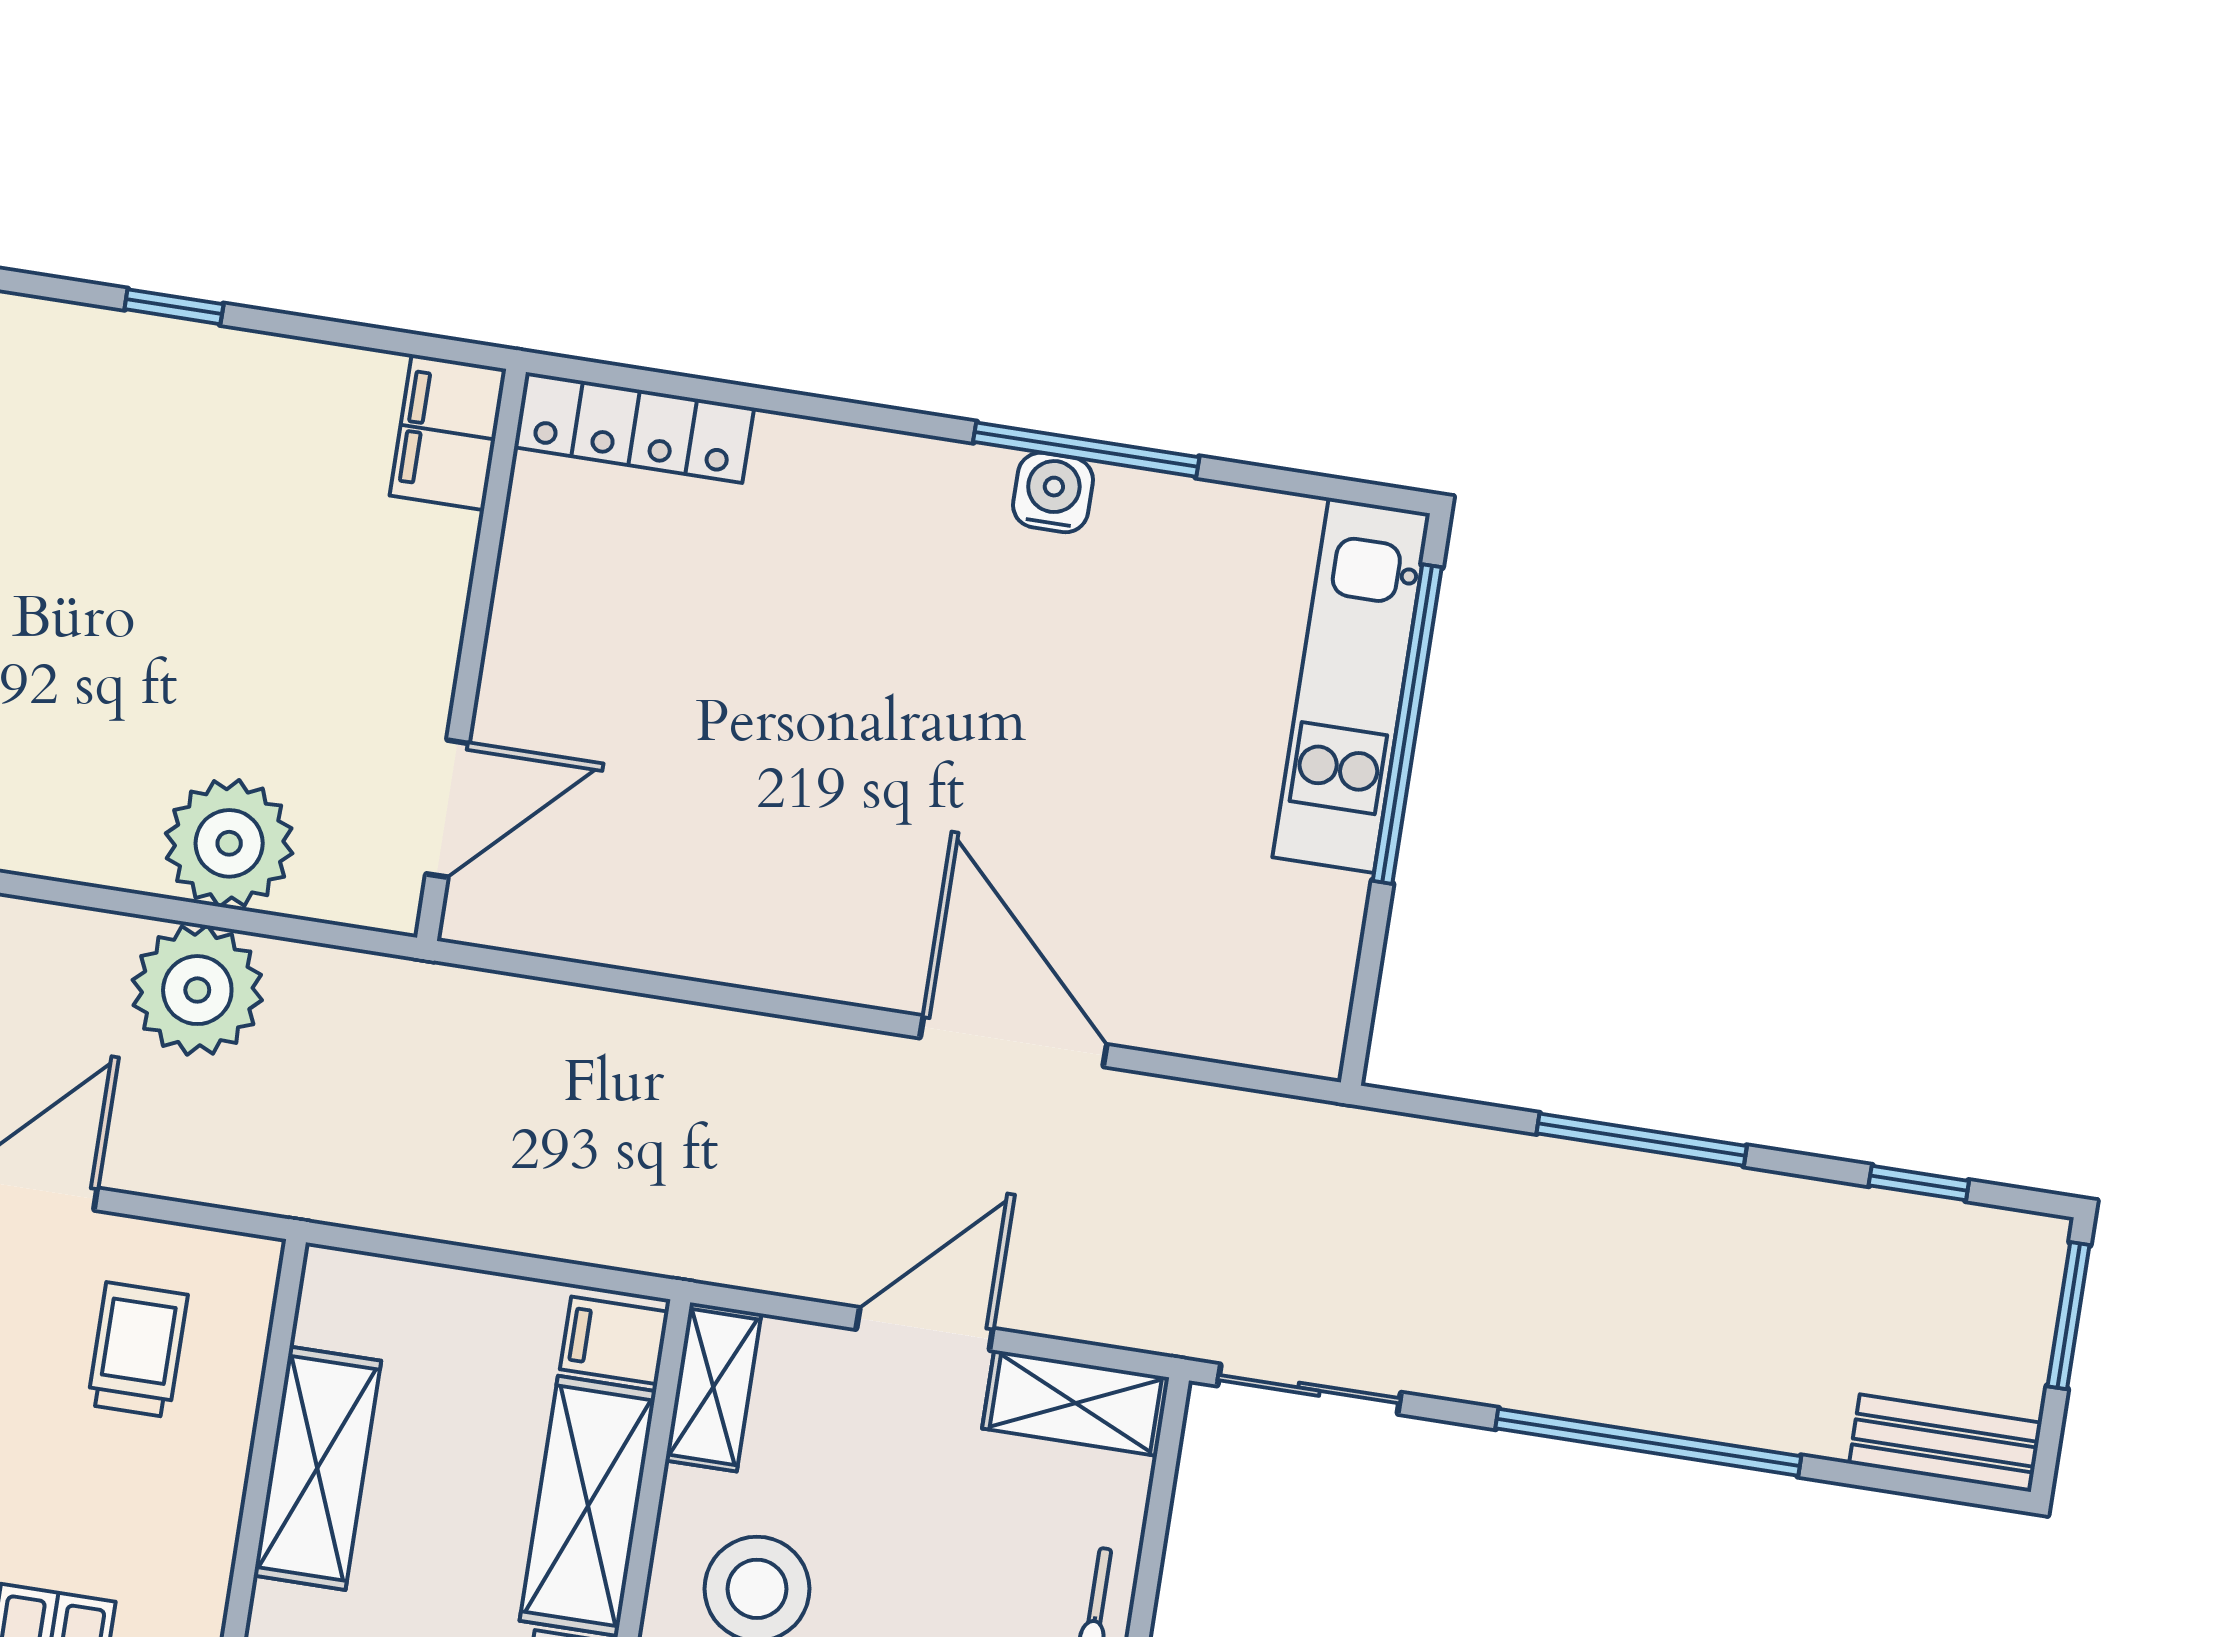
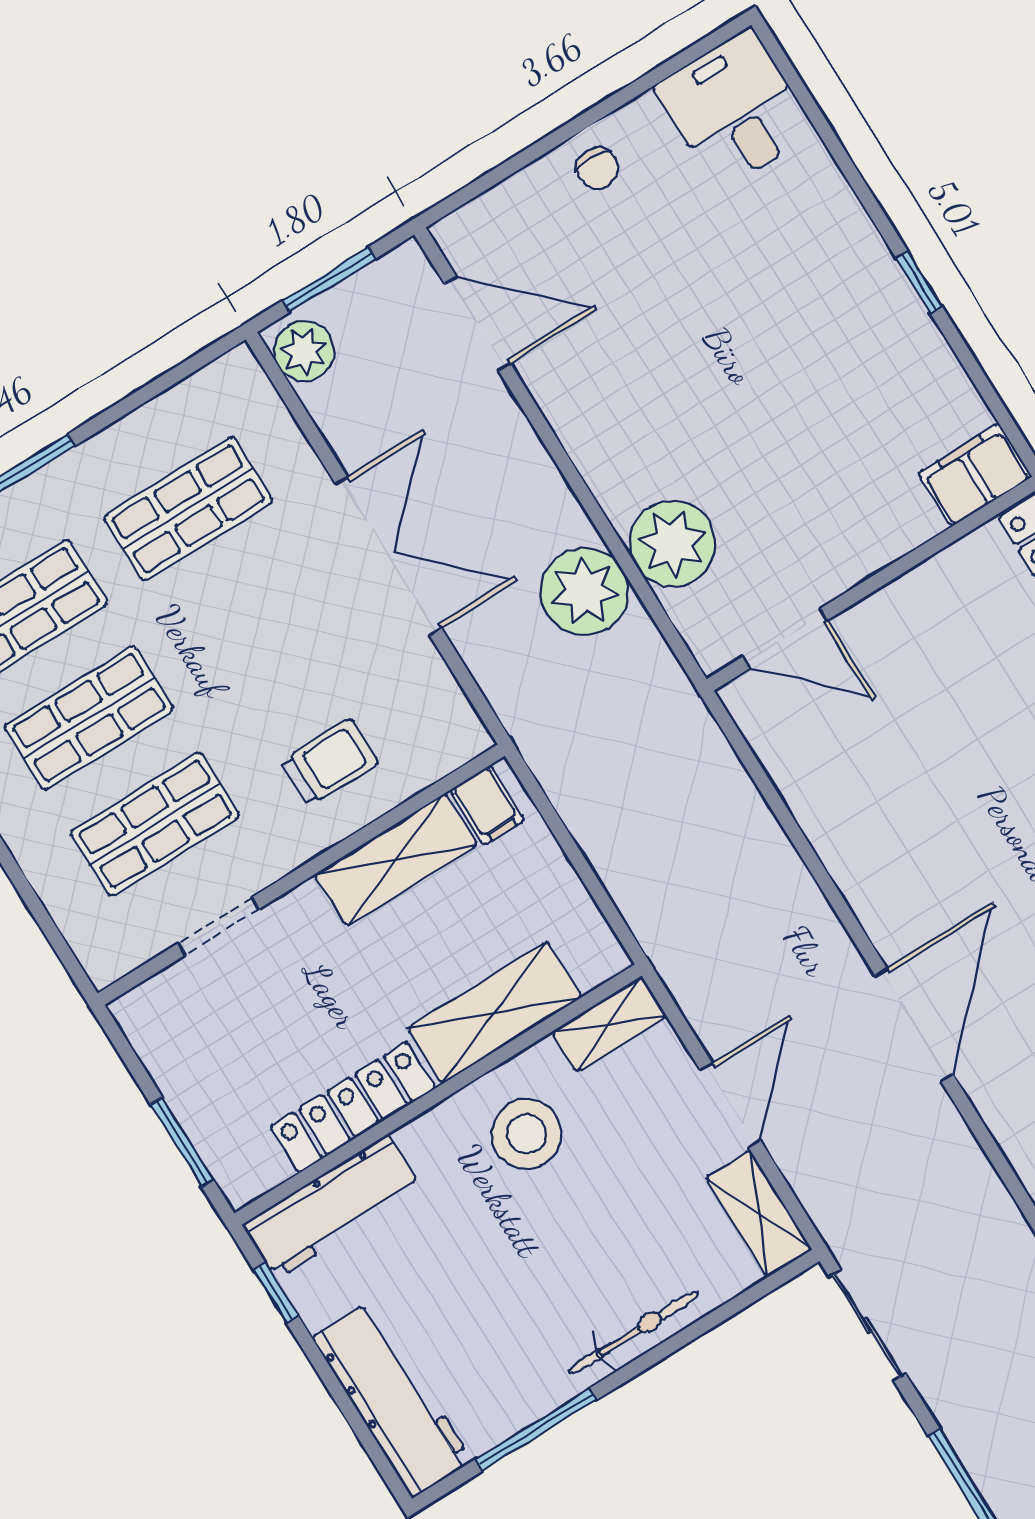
door: (925, 1329) -> (730, 1105), hinge flipped
filing cabinet: (614, 1340) -> (487, 805), moved, turned 180
trolley: (137, 1350) -> (330, 762), moved

